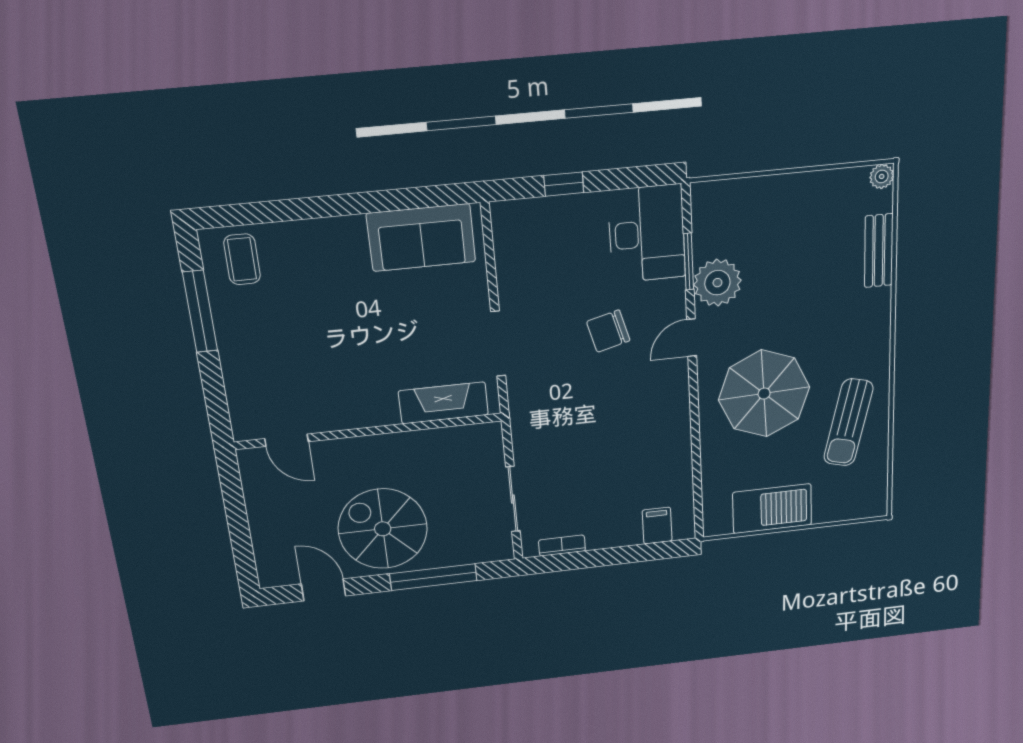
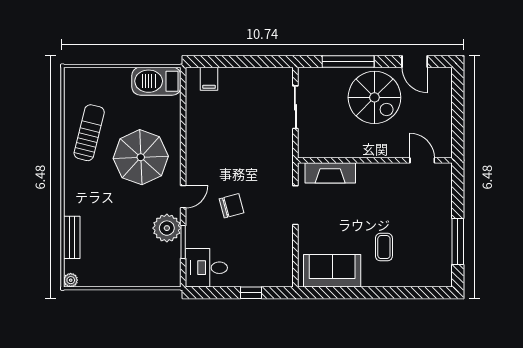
desk: (647, 234) -> (206, 268), width x0.73
coffee table: (242, 259) -> (384, 247), moved
barbecue: (772, 509) -> (156, 81), moved
bookcase: (562, 546) -> (268, 73), removed

